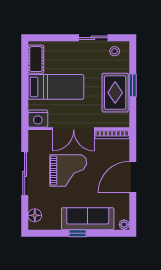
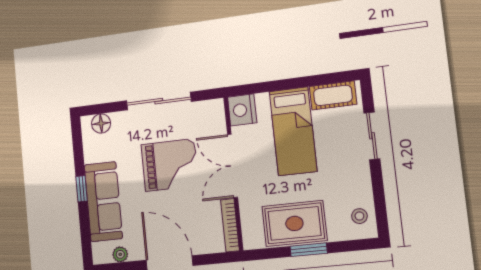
sliding door: (93, 38) -> (372, 136), moved
grand piano: (68, 171) -> (170, 165), turned -90
plant: (124, 225) -> (120, 254), moved

